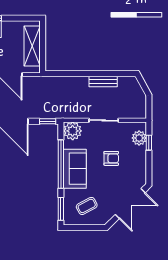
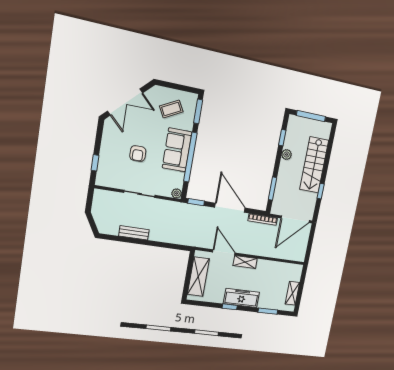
plant: (73, 131) -> (177, 193), width x0.53, depth x0.53
plant: (139, 138) -> (105, 169), removed
armchair: (111, 158) -> (138, 154), turned -90
double door: (130, 204) -> (125, 102), swing flipped

